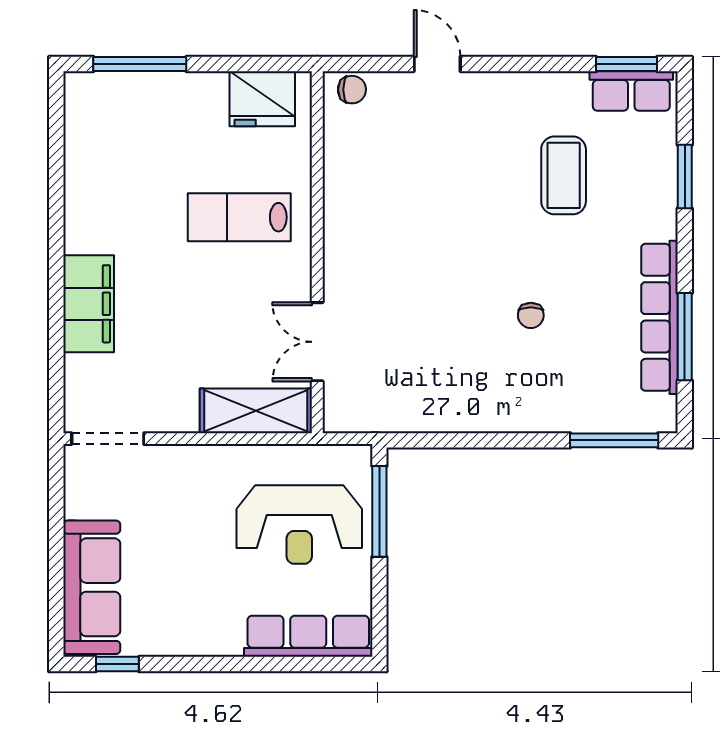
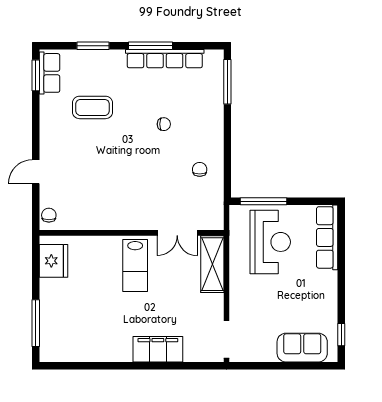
lab bench: (239, 217) -> (135, 266), moved
window: (685, 337) -> (150, 46), moved
chair: (442, 386) -> (200, 169), added
sofa: (92, 587) -> (302, 348), width x0.73

